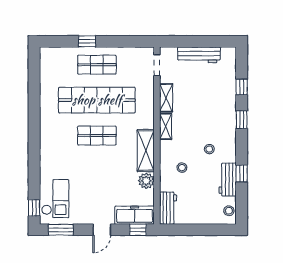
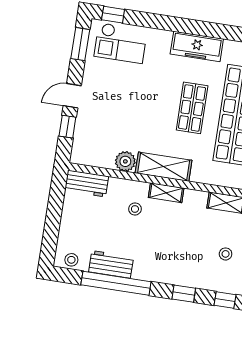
shelving: (166, 126) -> (166, 193), moved
stool: (209, 149) -> (226, 254), moved
window: (242, 173) -> (116, 283), width x3.17
freezer: (135, 215) -> (197, 46), moved, turned 90
door: (102, 230) -> (72, 96), hinge flipped
window: (138, 230) -> (67, 127), moved

